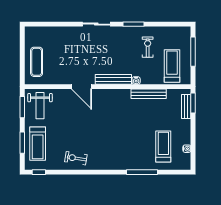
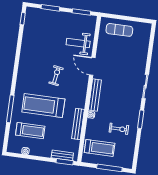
door: (82, 87) -> (92, 66), hinge flipped
weight bench: (40, 106) -> (78, 43), moved
treadmill: (38, 144) -> (43, 106), moved, width x1.37, depth x1.38
exercise bike: (76, 158) -> (56, 76), moved

